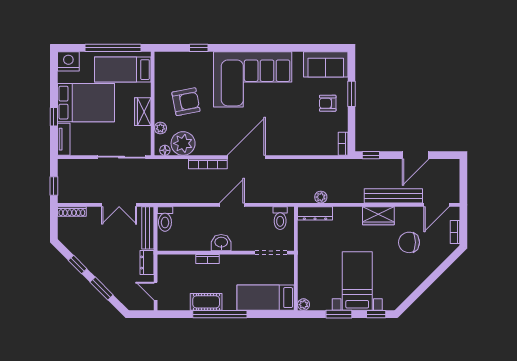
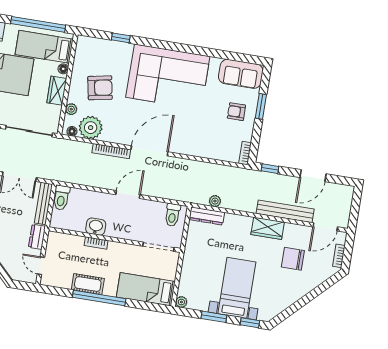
floor lamp: (146, 89) -> (63, 69), added
washbasin: (221, 243) -> (96, 227), moved

